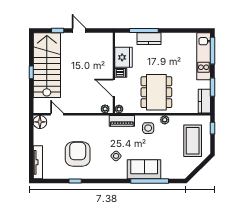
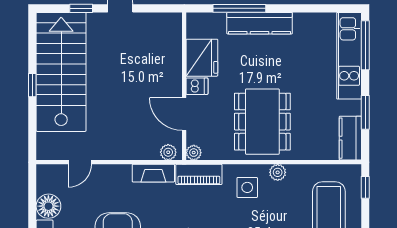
kitchen counter: (149, 39) -> (260, 23), width x1.50
door: (57, 114) -> (80, 162), swing flipped
fireplace: (97, 120) -> (153, 173), added
floor lamp: (40, 122) -> (48, 206), moved

